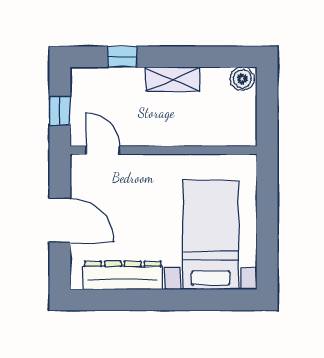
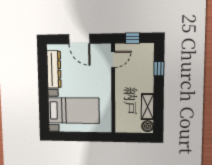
shelving: (173, 79) -> (147, 107), moved
door: (60, 220) -> (79, 39), hinge flipped

